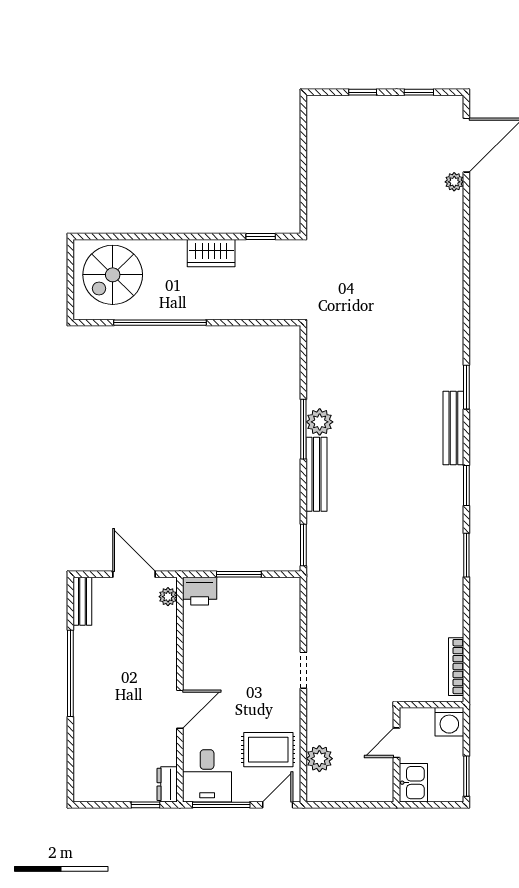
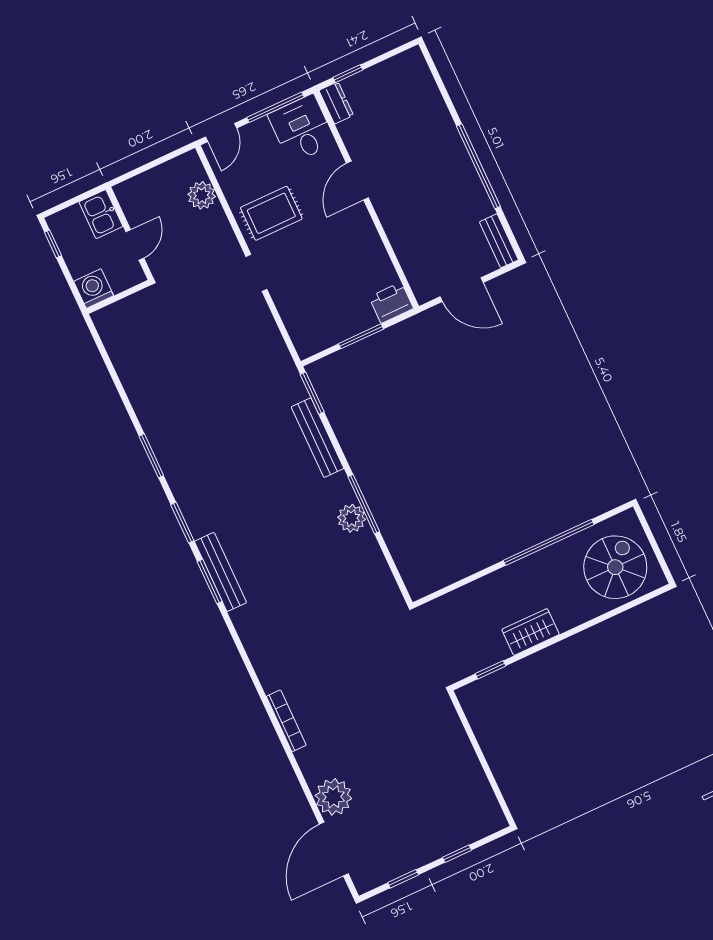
plant: (454, 182) -> (333, 797), width x1.88, depth x1.88
window: (466, 387) -> (210, 582), moved
bench: (317, 474) -> (318, 438), moved
plant: (168, 597) -> (419, 283), removed
bookcase: (456, 667) -> (286, 721), moved
rug: (268, 750) -> (271, 213), moved
window: (466, 776) -> (53, 244), width x0.67

